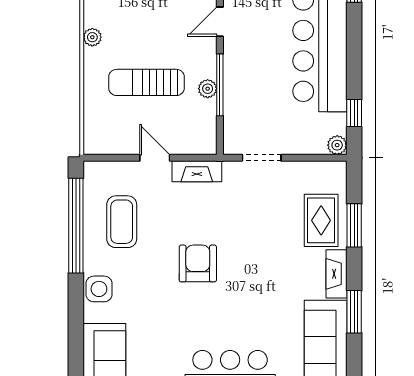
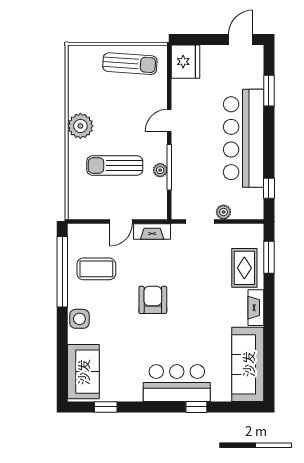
plant: (92, 37) -> (80, 126), width x1.88, depth x1.88
plant: (337, 145) -> (224, 212), moved
door: (155, 158) -> (121, 221), swing flipped
coffee table: (122, 222) -> (96, 269), turned 90
window: (354, 225) -> (269, 257), moved
window: (354, 312) -> (269, 336), removed

